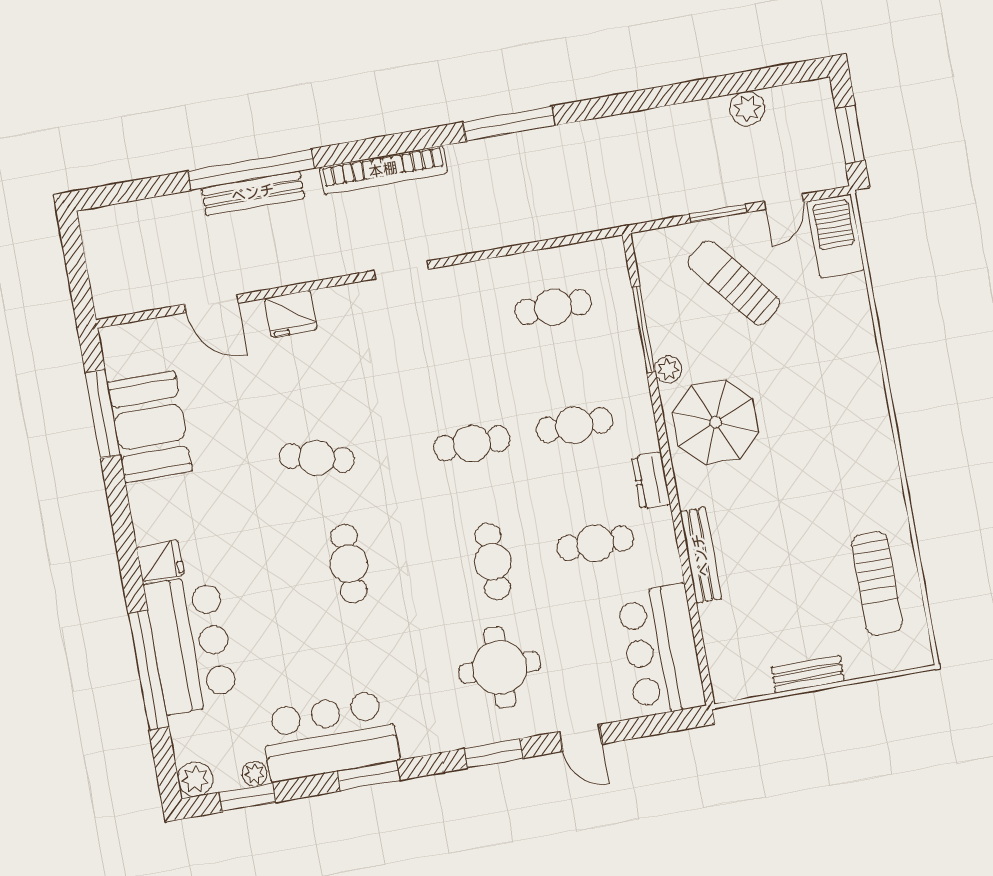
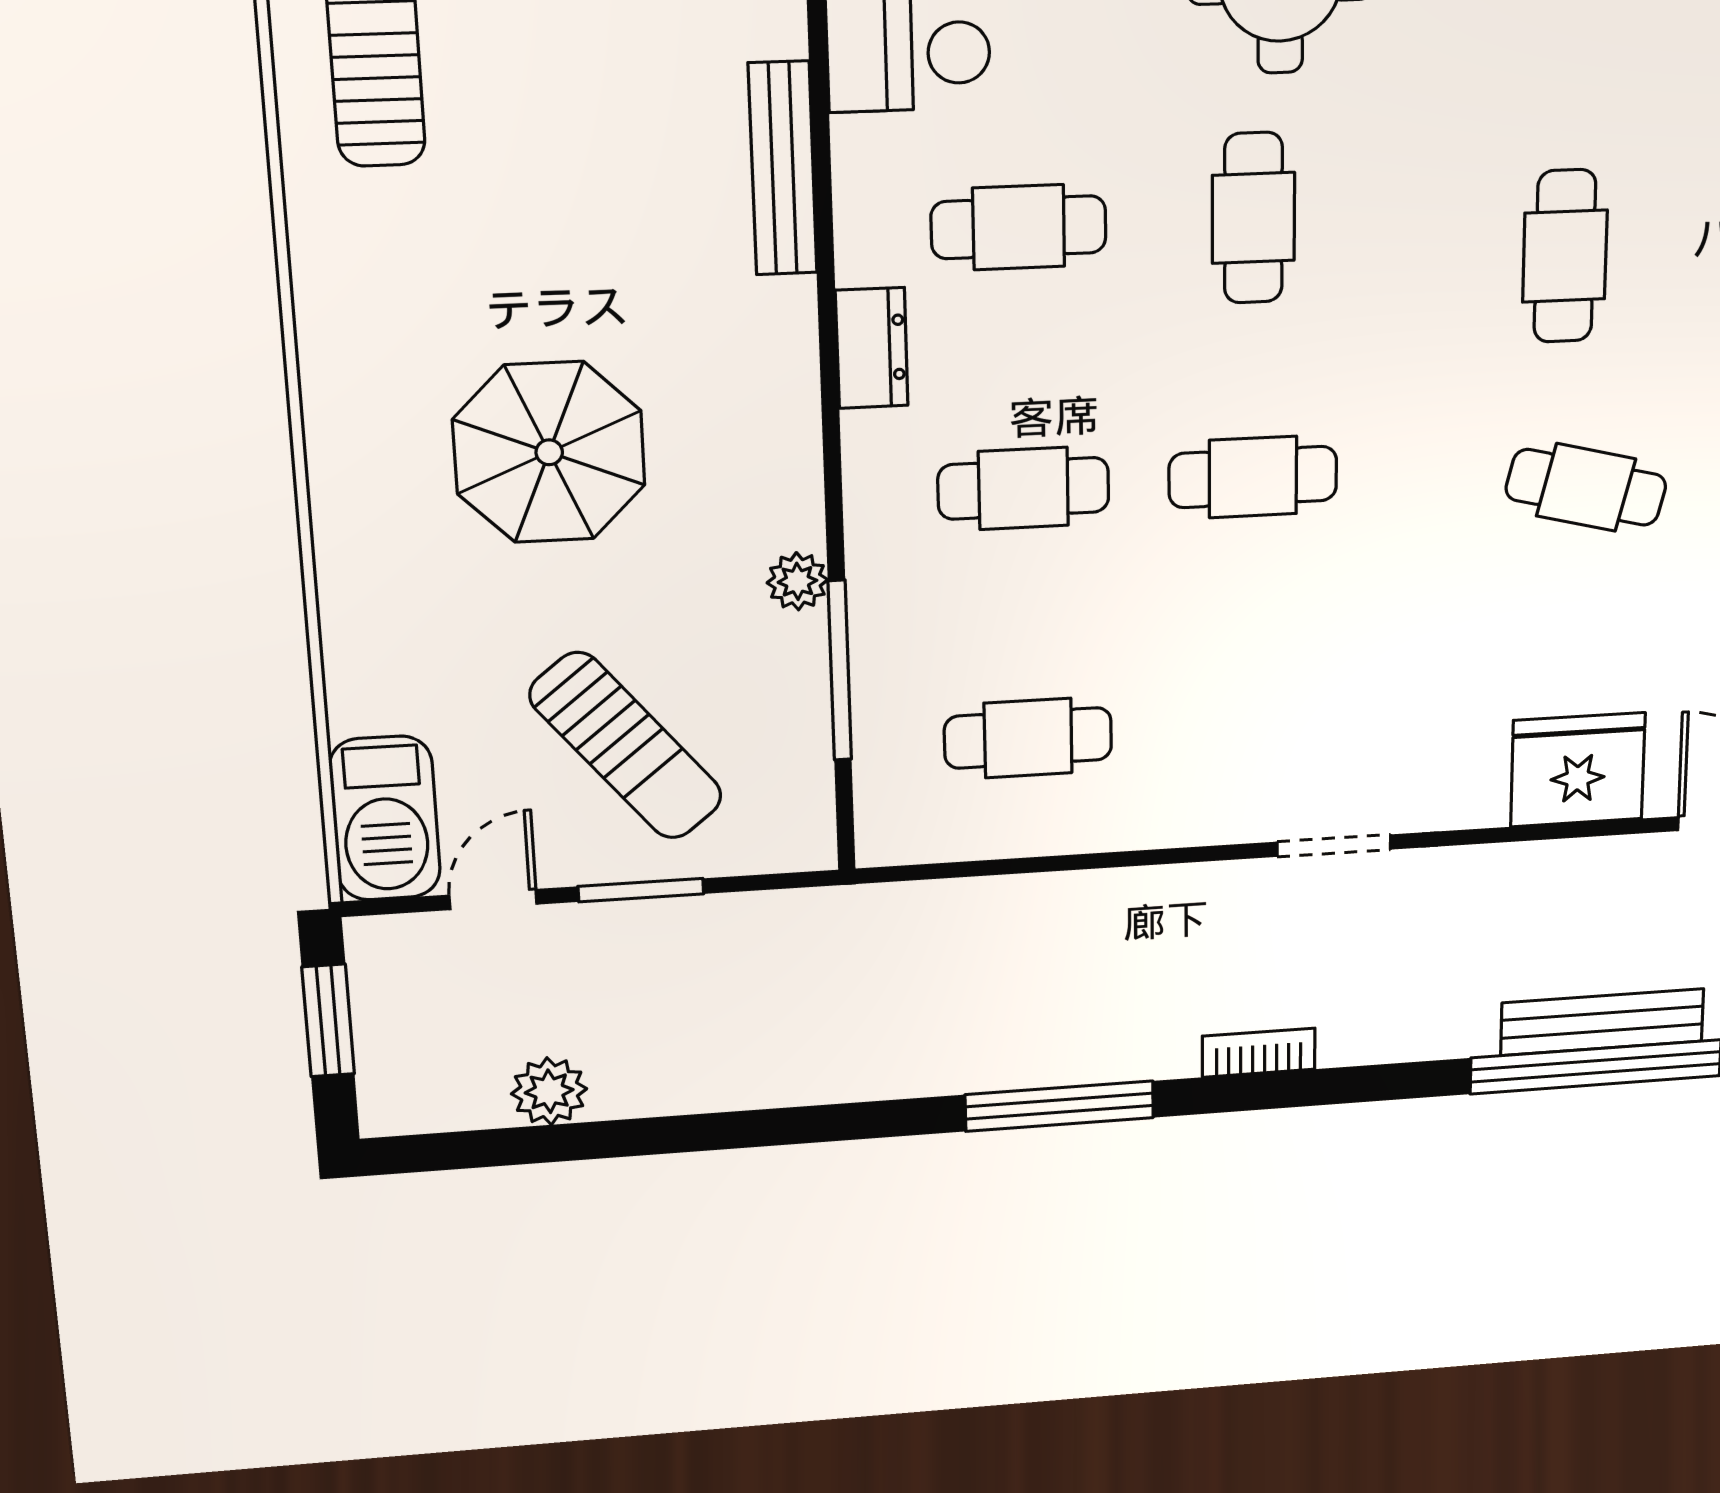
bookcase: (383, 170) -> (1259, 1053), width x0.43, depth x0.76
fridge: (291, 314) -> (1578, 770), width x1.36, depth x1.34
parasol: (715, 422) -> (549, 452), moved

